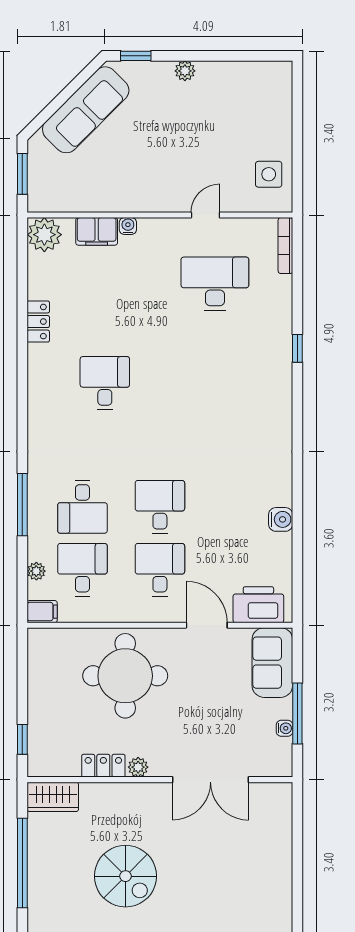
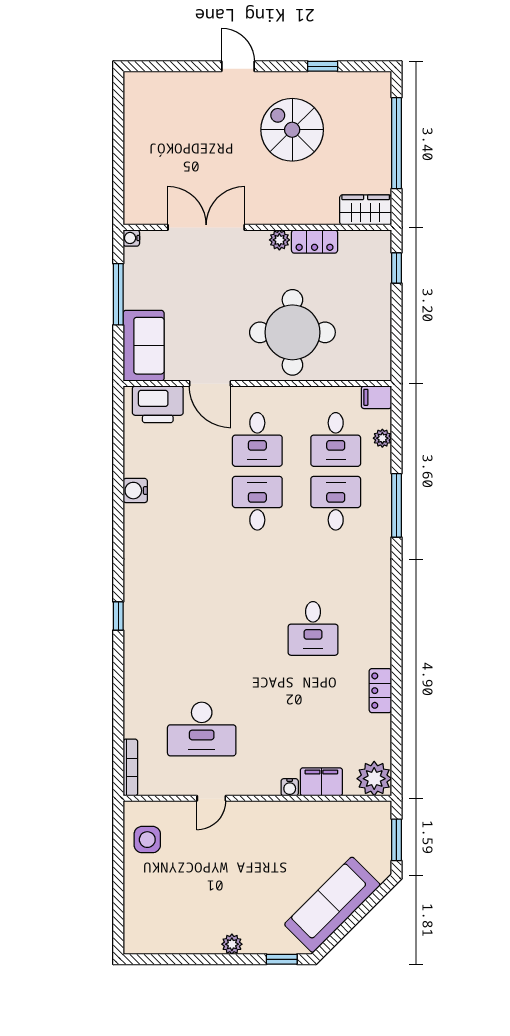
window: (297, 348) -> (118, 616), moved
desk: (160, 507) -> (257, 503), turned 180
water cooler: (284, 728) -> (131, 238), moved

